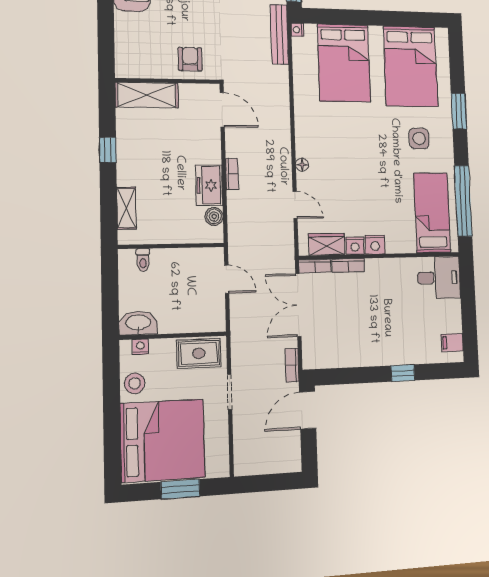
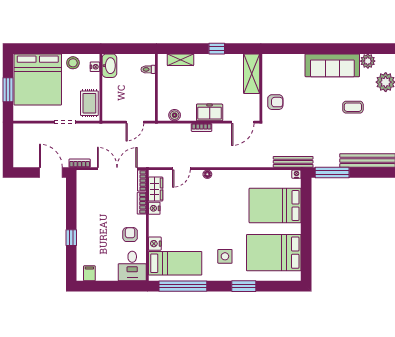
freezer: (209, 185) -> (210, 112), moved
nightstand: (375, 245) -> (155, 244), moved
armchair: (394, 282) -> (130, 235), added

